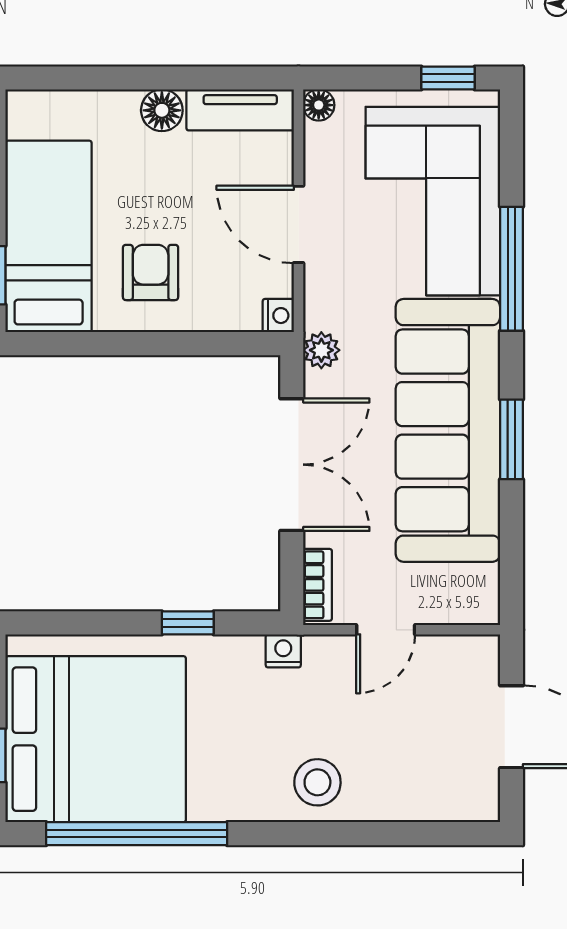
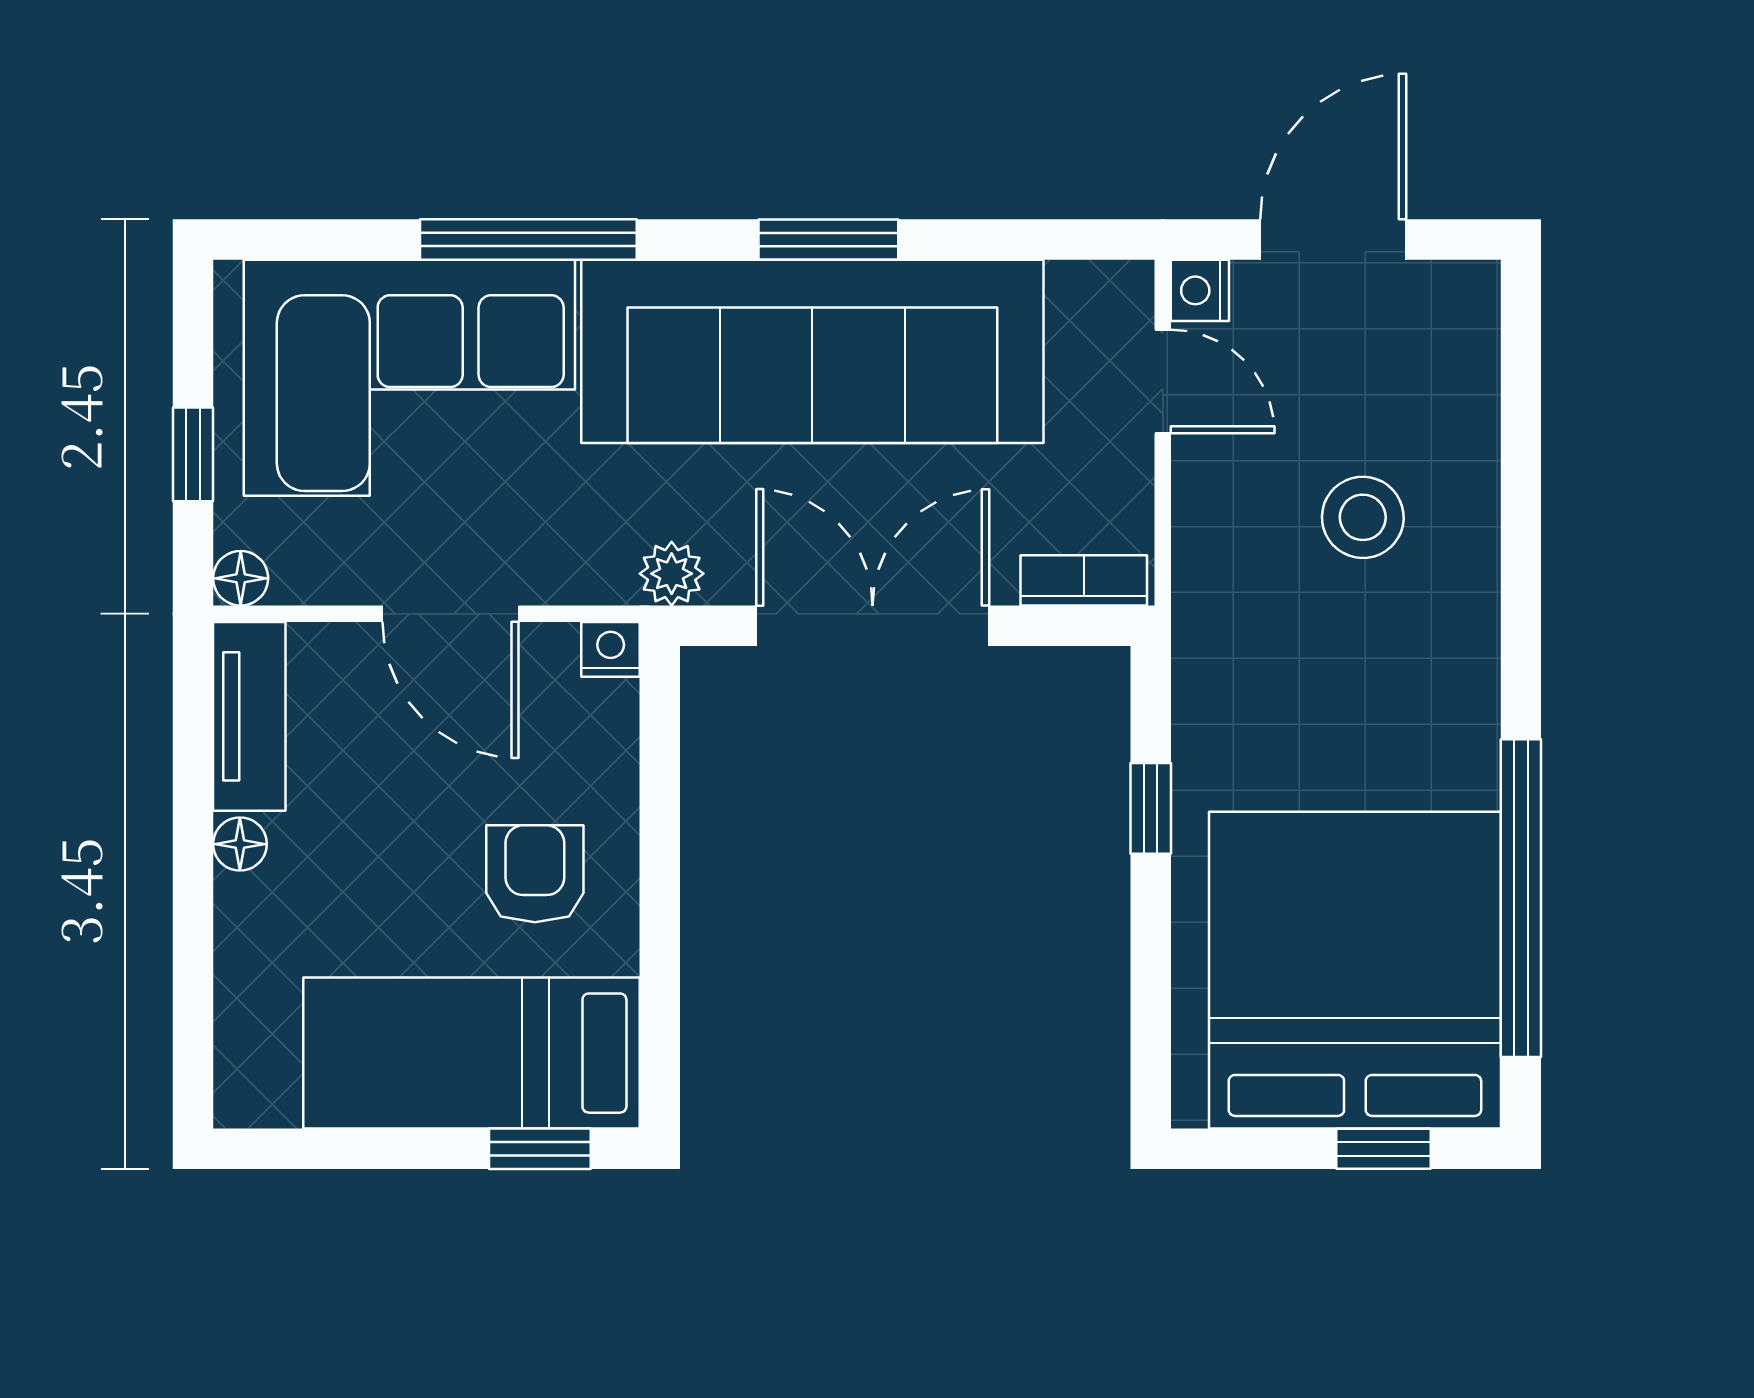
window: (448, 78) -> (193, 454), moved
floor lamp: (162, 110) -> (240, 844), width x0.73, depth x0.73
door: (299, 224) -> (451, 614), hinge flipped
armchair: (151, 272) -> (535, 874), turned 90
door: (386, 630) -> (1163, 382), moved
nightstand: (283, 651) -> (1200, 290), moved
stool: (317, 782) -> (1363, 517), moved

